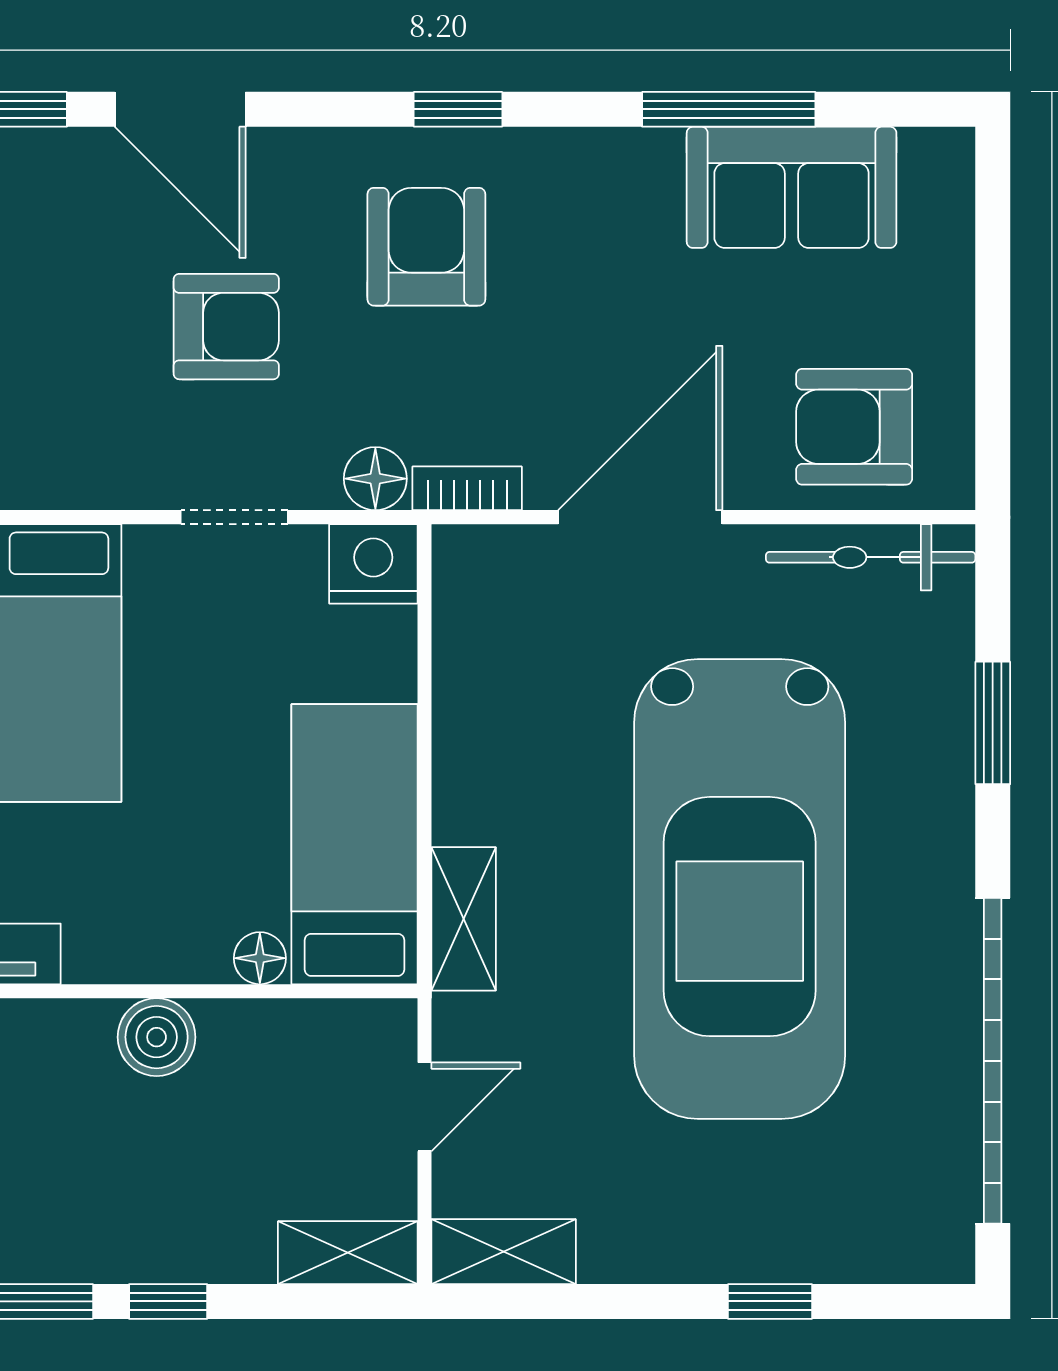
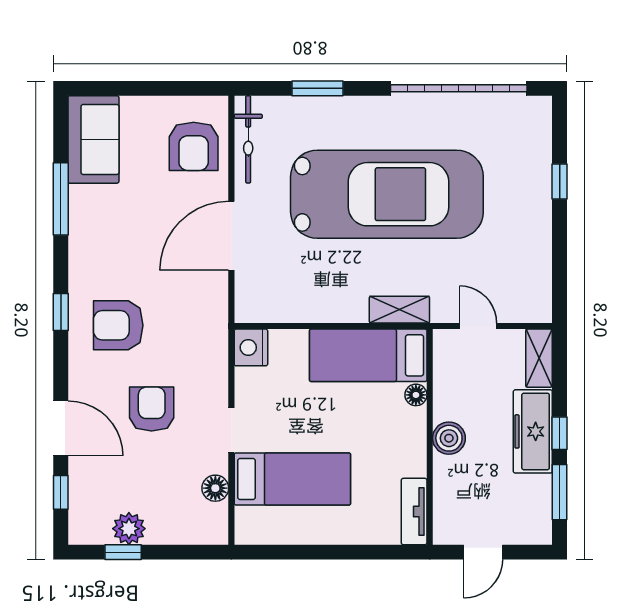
door: (180, 109) -> (61, 428), hinge flipped
sofa: (792, 187) -> (93, 139), moved
floor lamp: (375, 479) -> (215, 488), moved
bookcase: (467, 488) -> (219, 308), removed
doorway: (234, 517) -> (231, 430), moved
door: (640, 517) -> (231, 236), hinge flipped
freezer: (173, 1238) -> (533, 431), added
shelving: (504, 1252) -> (539, 293), removed

